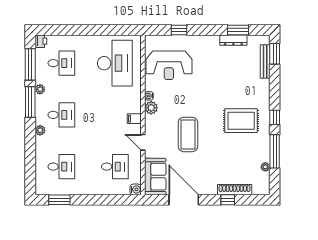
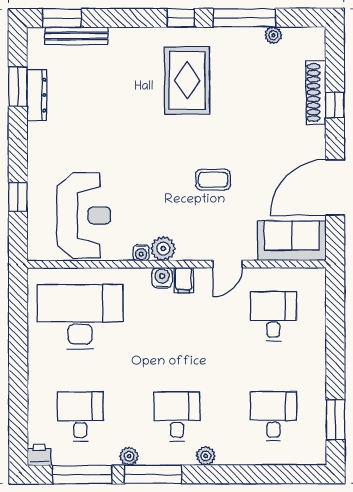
coffee table: (188, 134) -> (213, 180), width x0.54, depth x0.58
water cooler: (136, 189) -> (162, 278), moved

